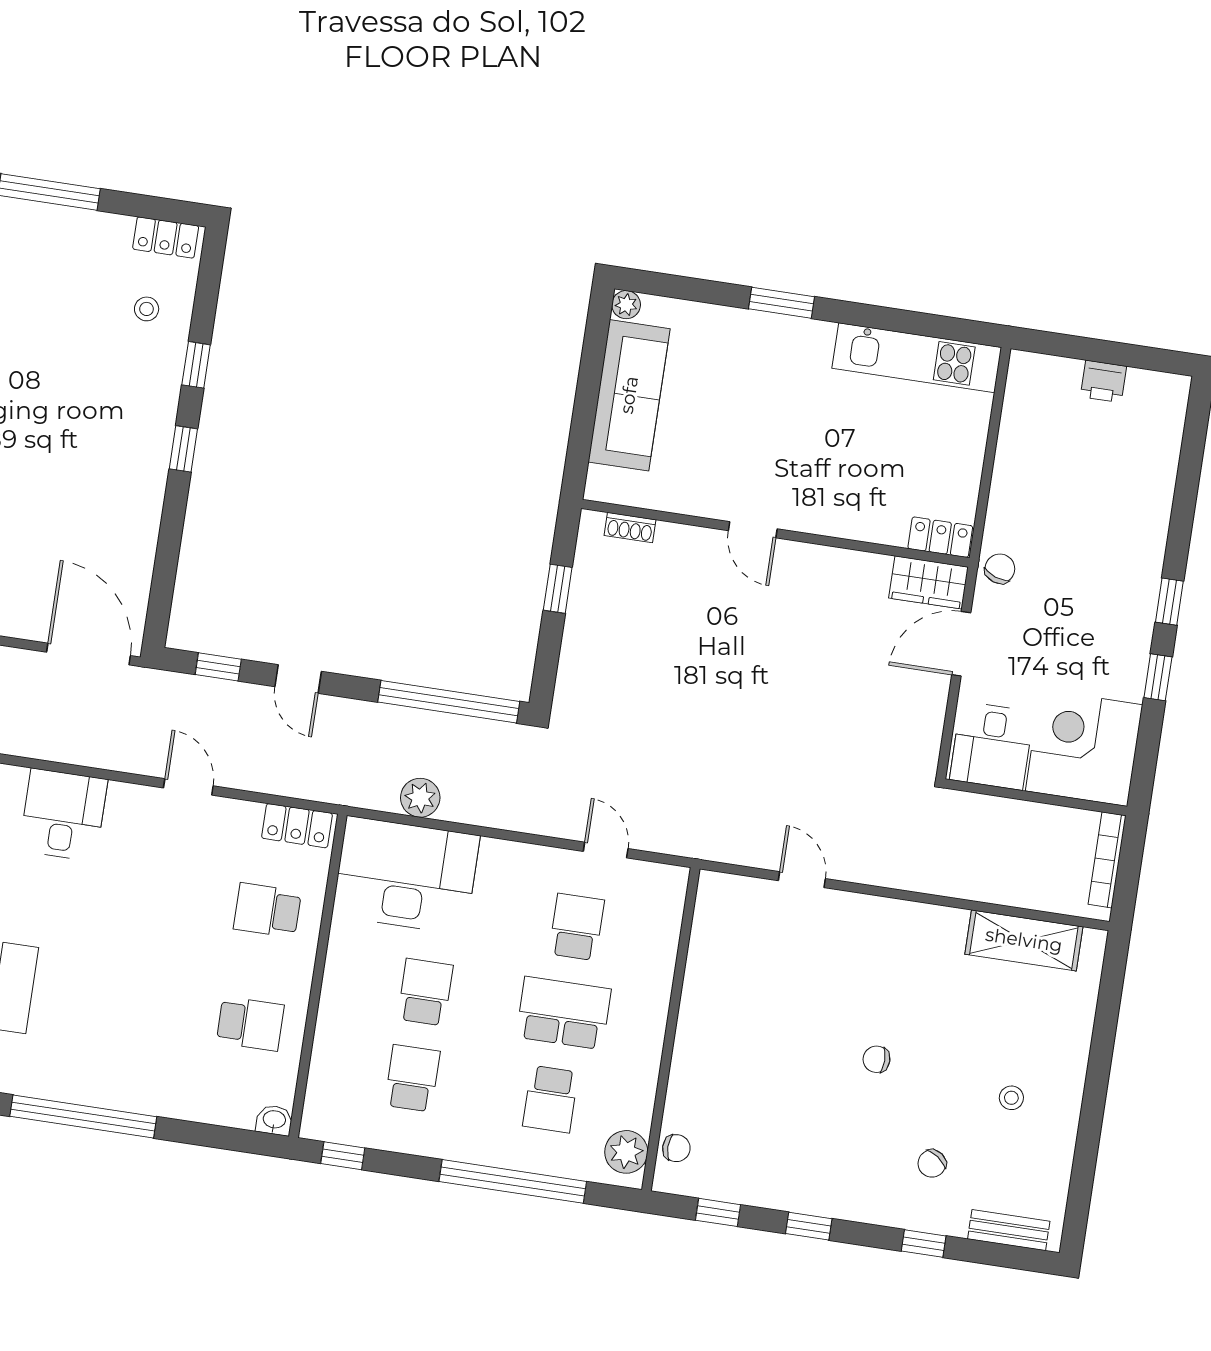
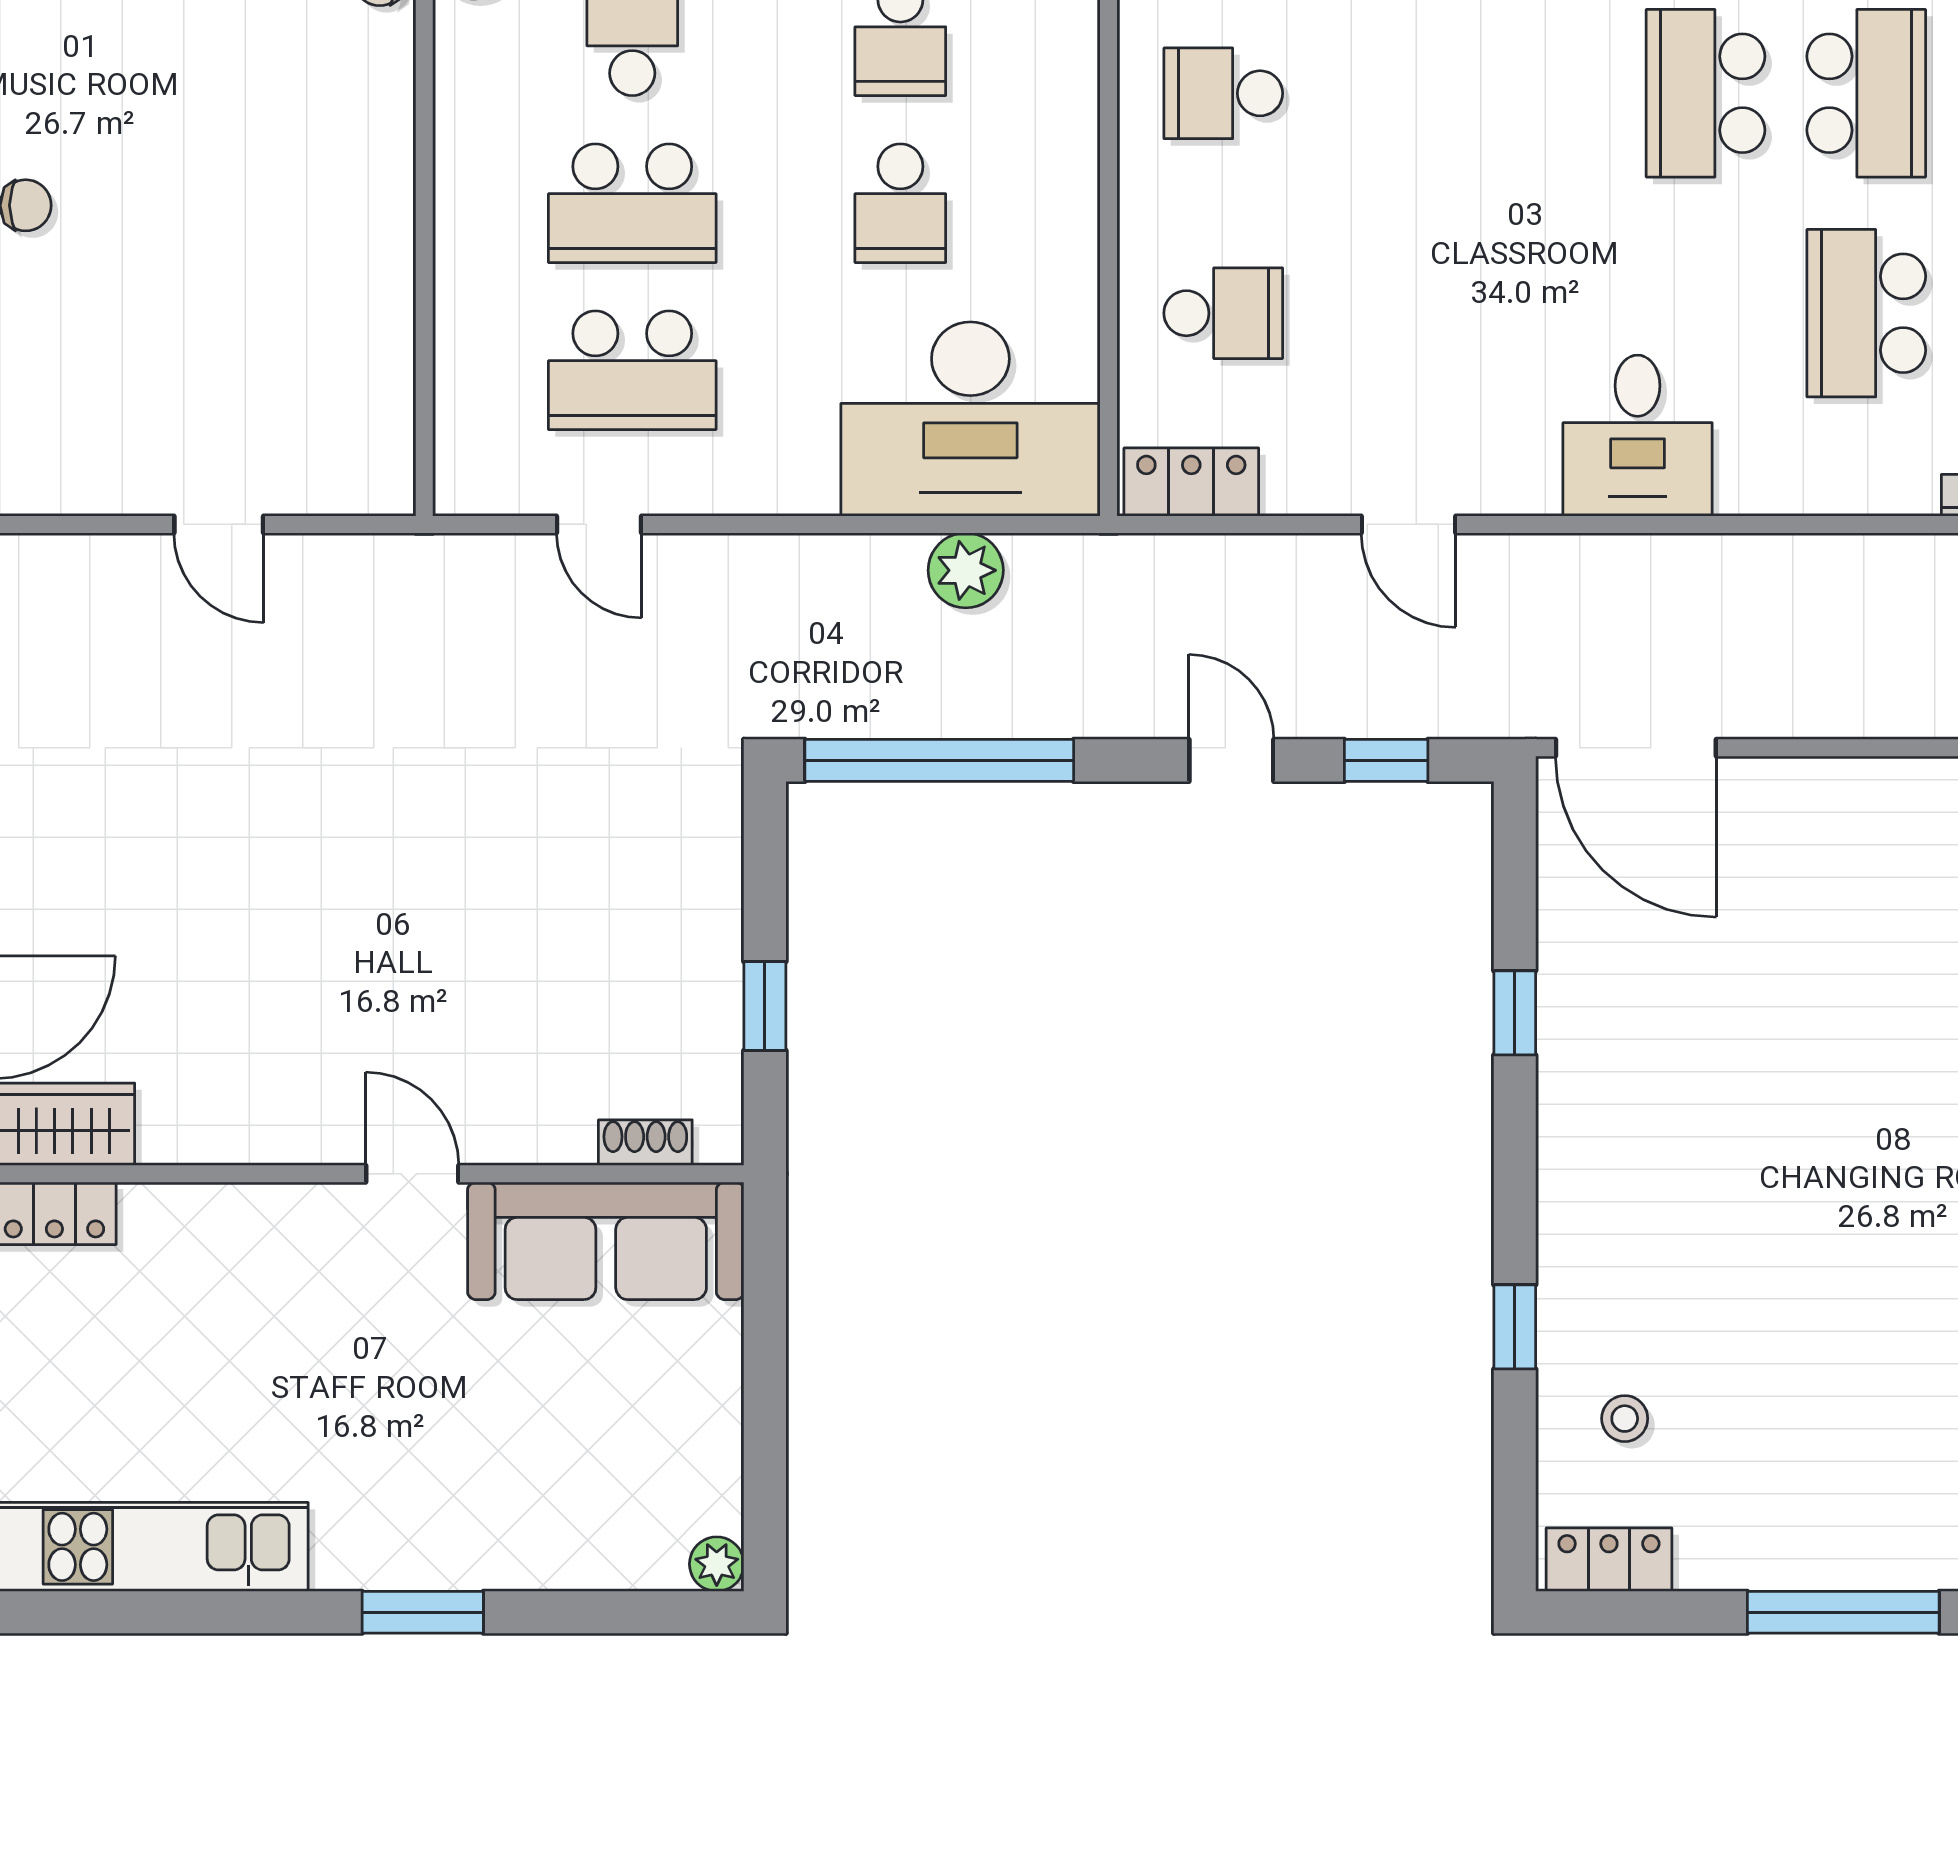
sofa: (629, 395) -> (606, 1241), moved, turned -90
window: (183, 449) -> (1515, 1013), moved
school desk: (577, 927) -> (632, 370), width x1.85

